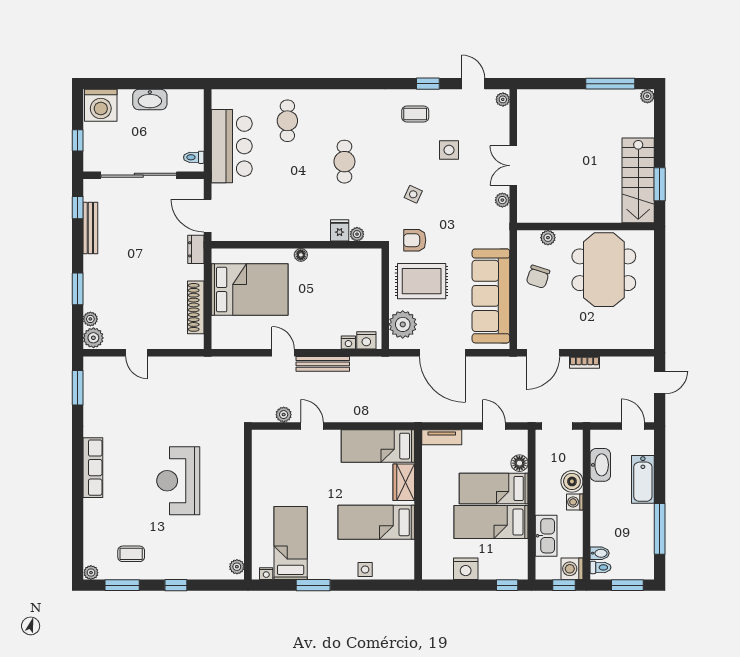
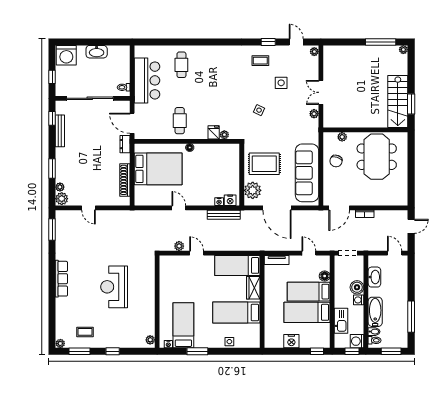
cafe table: (344, 162) -> (180, 121), moved
armchair: (415, 240) -> (260, 138), removed
bench: (323, 364) -> (224, 215), moved
bathtub: (643, 479) -> (375, 312), moved, turned 180

